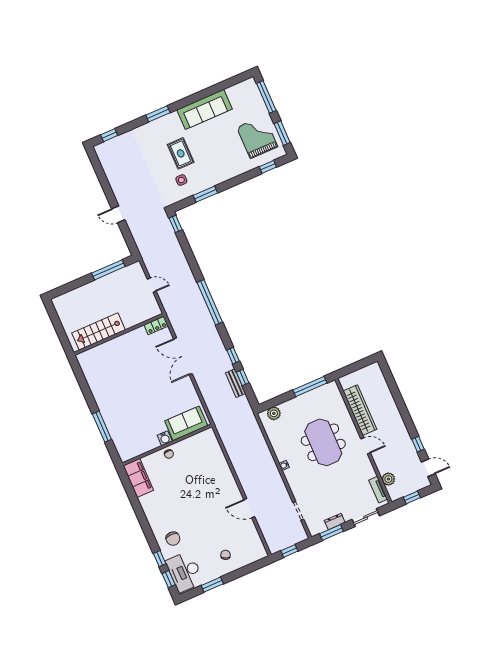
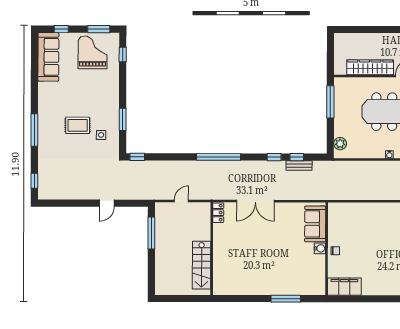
window: (266, 97) -> (61, 29), width x0.46
sofa: (205, 109) -> (48, 57), moved
window: (158, 114) -> (34, 130), width x1.44
grand piano: (257, 137) -> (93, 52), turned 90

